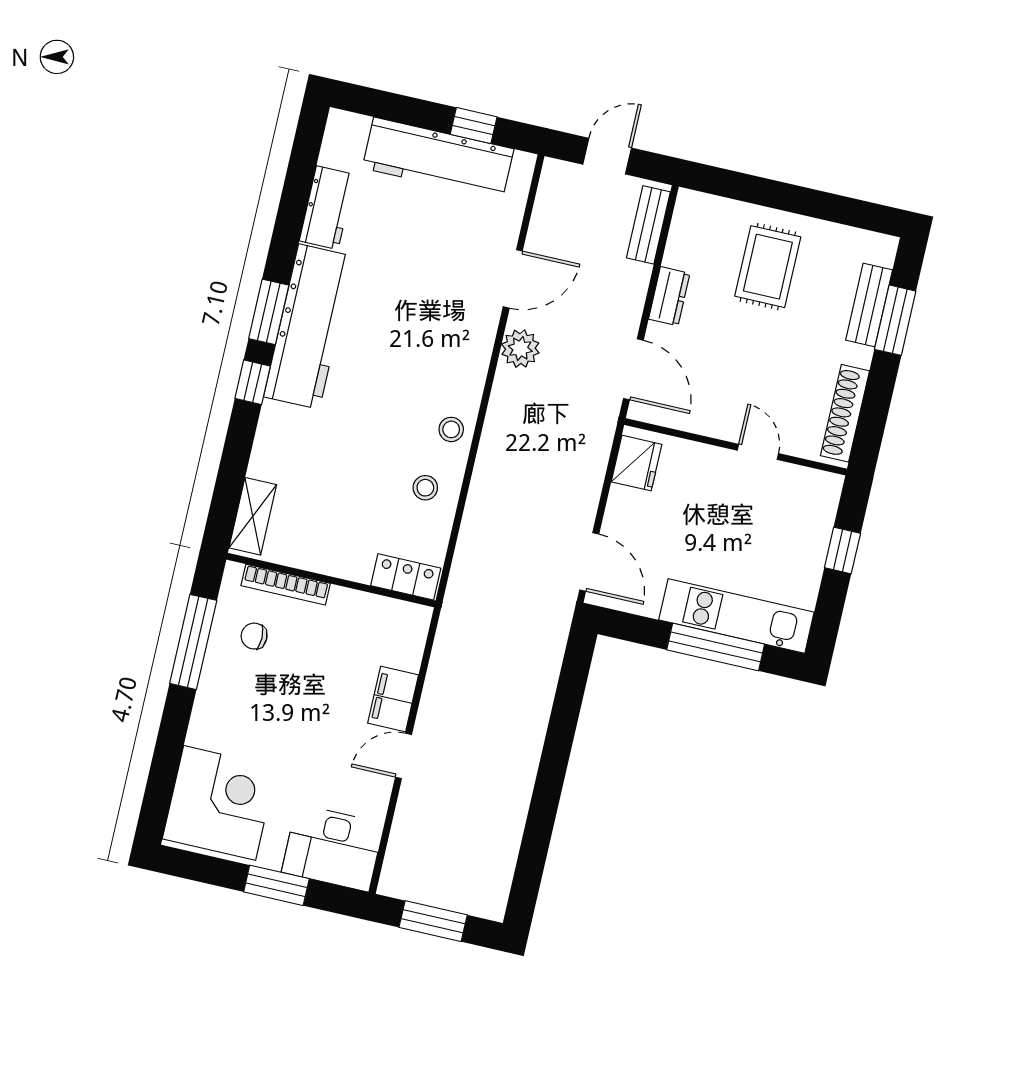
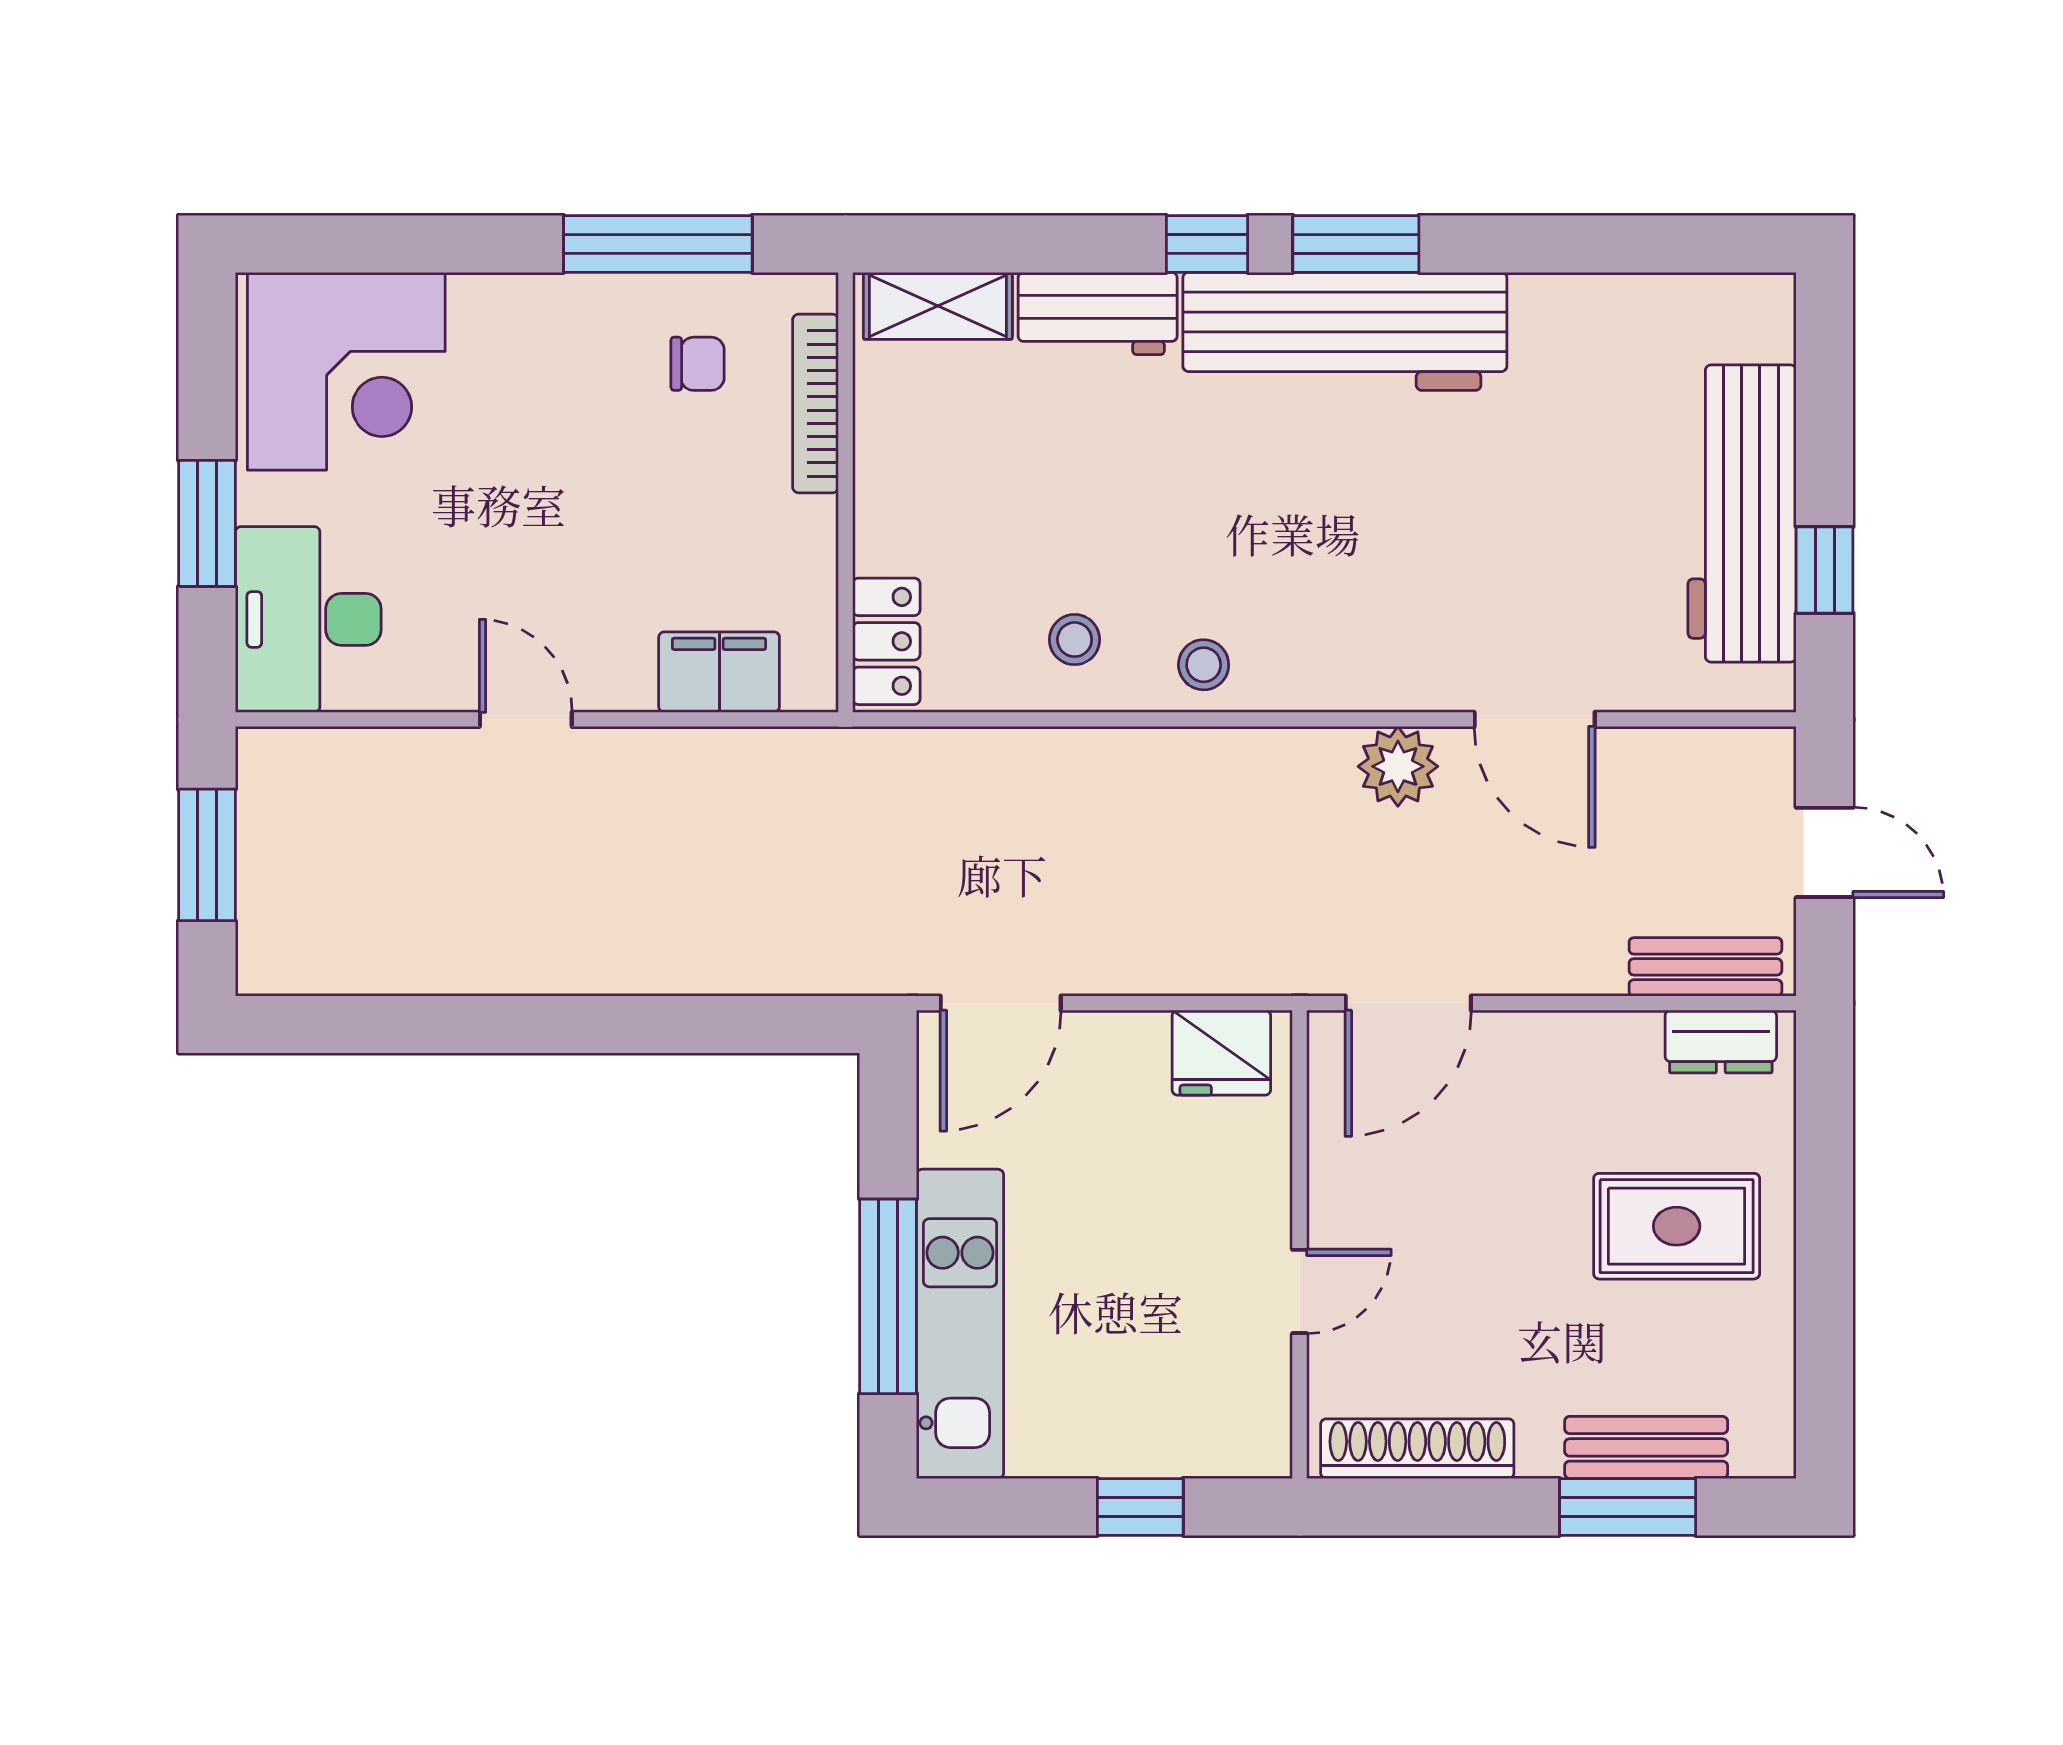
workbench: (327, 208) -> (1098, 313), moved
dresser: (669, 296) -> (1721, 1042), moved
chair: (254, 636) -> (698, 364), turned 90
filing cabinet: (393, 699) -> (719, 672), moved

